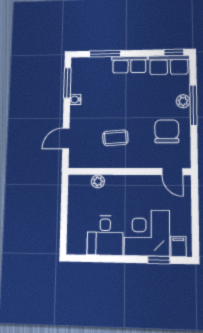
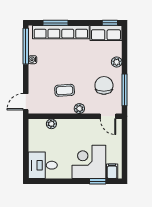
row of seats: (129, 65) -> (61, 32), width x2.02
window: (67, 83) -> (26, 46), width x1.44
window: (193, 105) -> (124, 90), moved
door: (66, 138) -> (26, 102), moved
plant: (135, 161) -> (79, 109), added
desk: (105, 235) -> (43, 165), moved, turned 90

